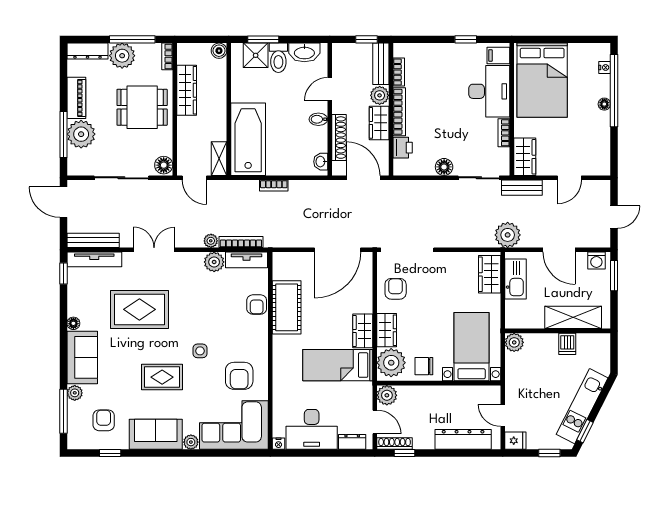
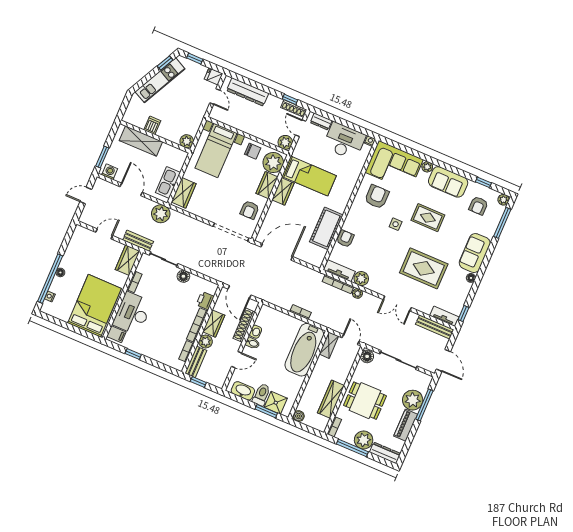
washbasin: (321, 162) -> (256, 332), moved
tv unit: (94, 259) -> (444, 316), width x0.71
plant: (75, 393) -> (503, 200), moved

